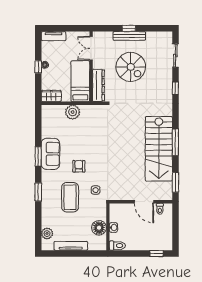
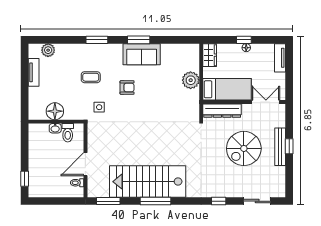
coffee table: (70, 197) -> (91, 77), width x0.54, depth x0.58
tv unit: (71, 246) -> (34, 72), width x0.71
toilet: (117, 246) -> (68, 133), moved

